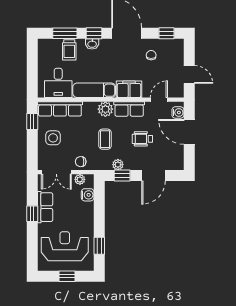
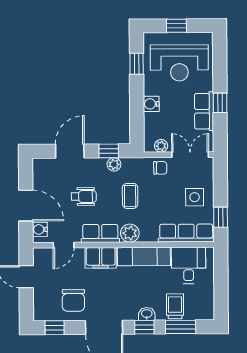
chair: (151, 55) -> (73, 300), width x1.87, depth x1.87
water cooler: (88, 195) -> (151, 104), moved

